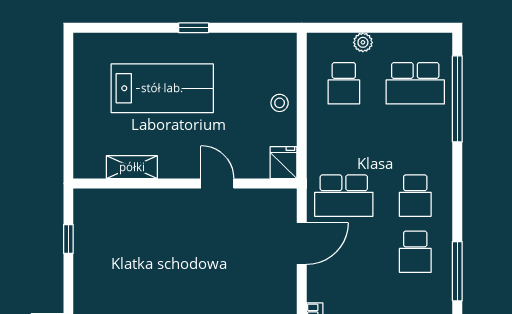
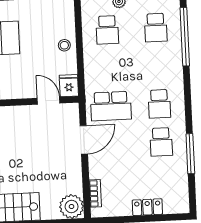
school desk: (415, 83) -> (156, 28), width x0.54
door: (217, 183) -> (49, 101), moved

